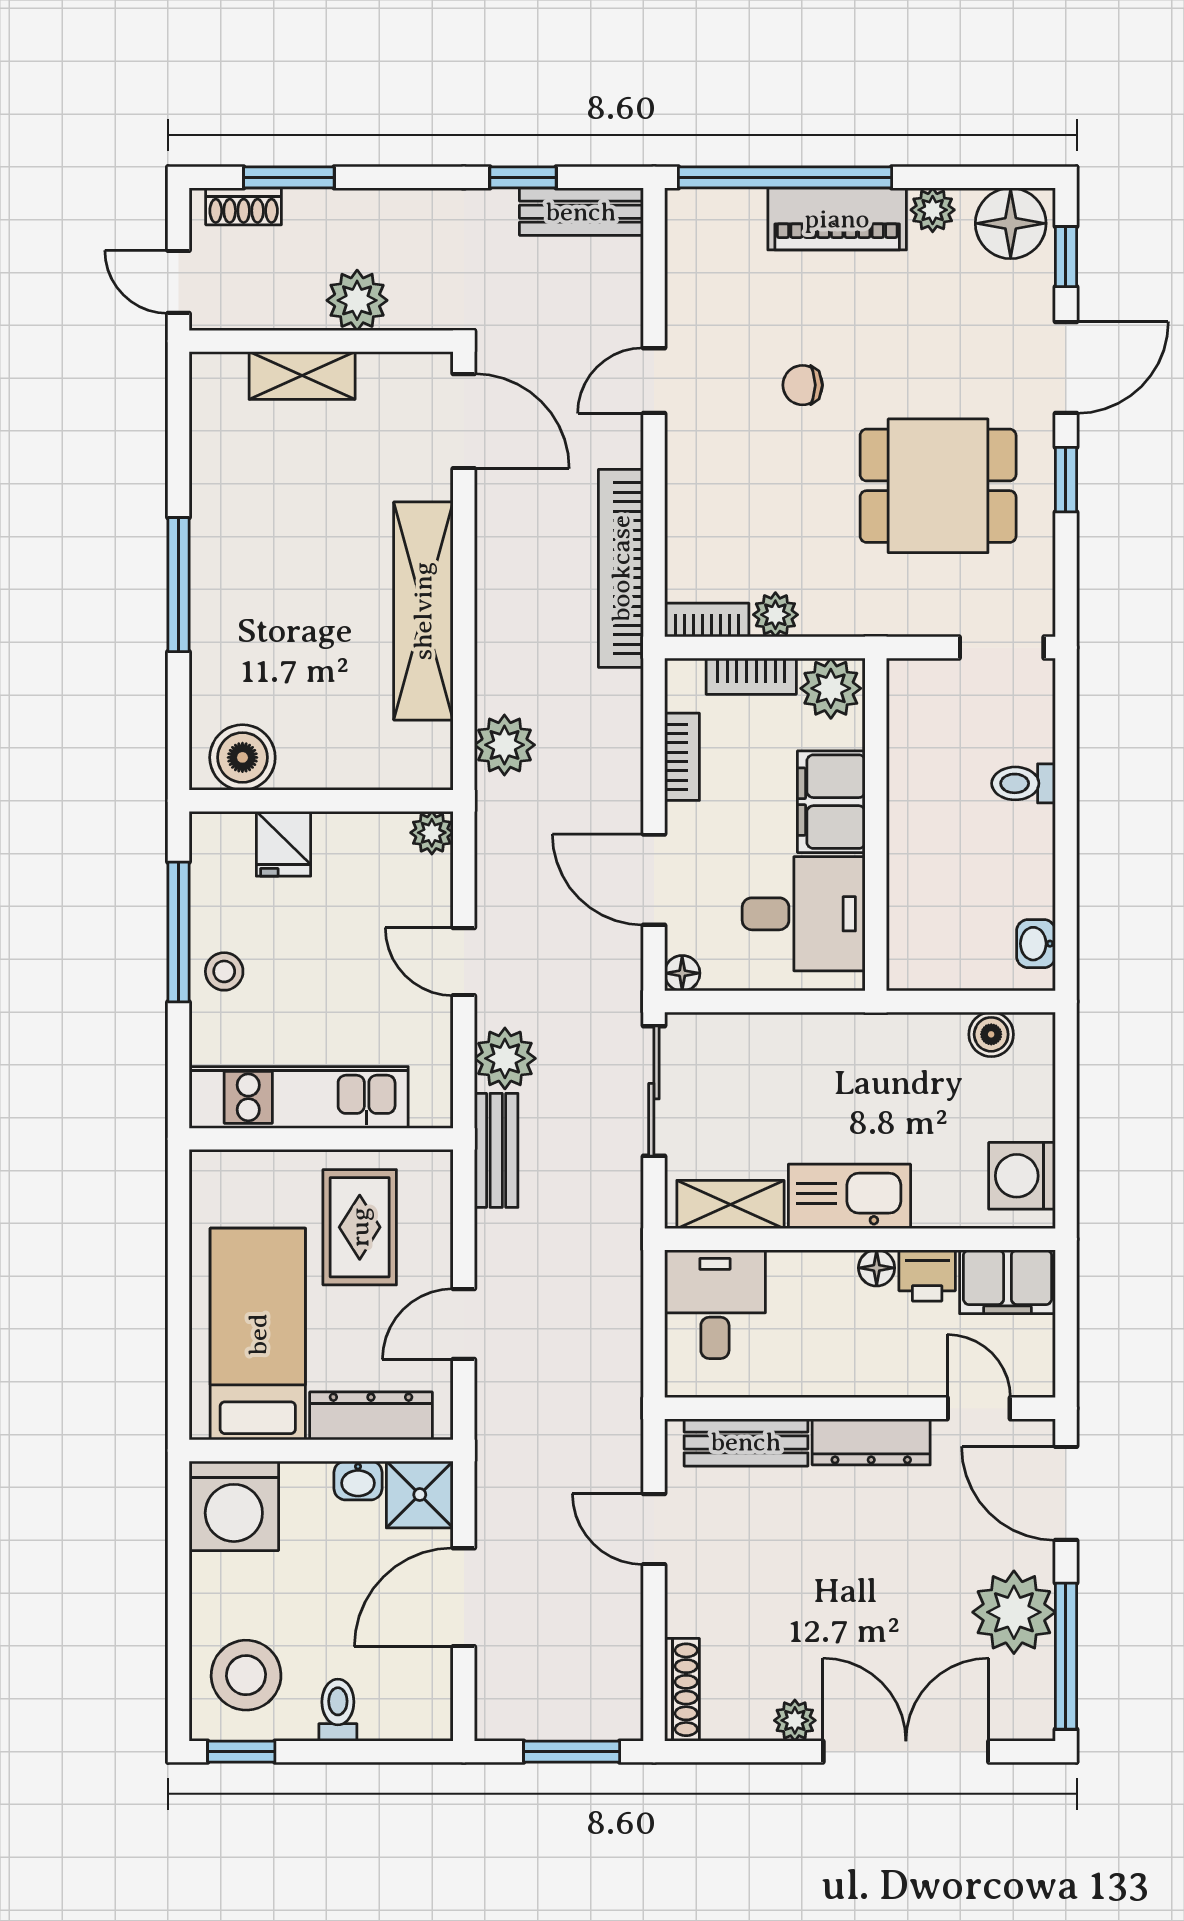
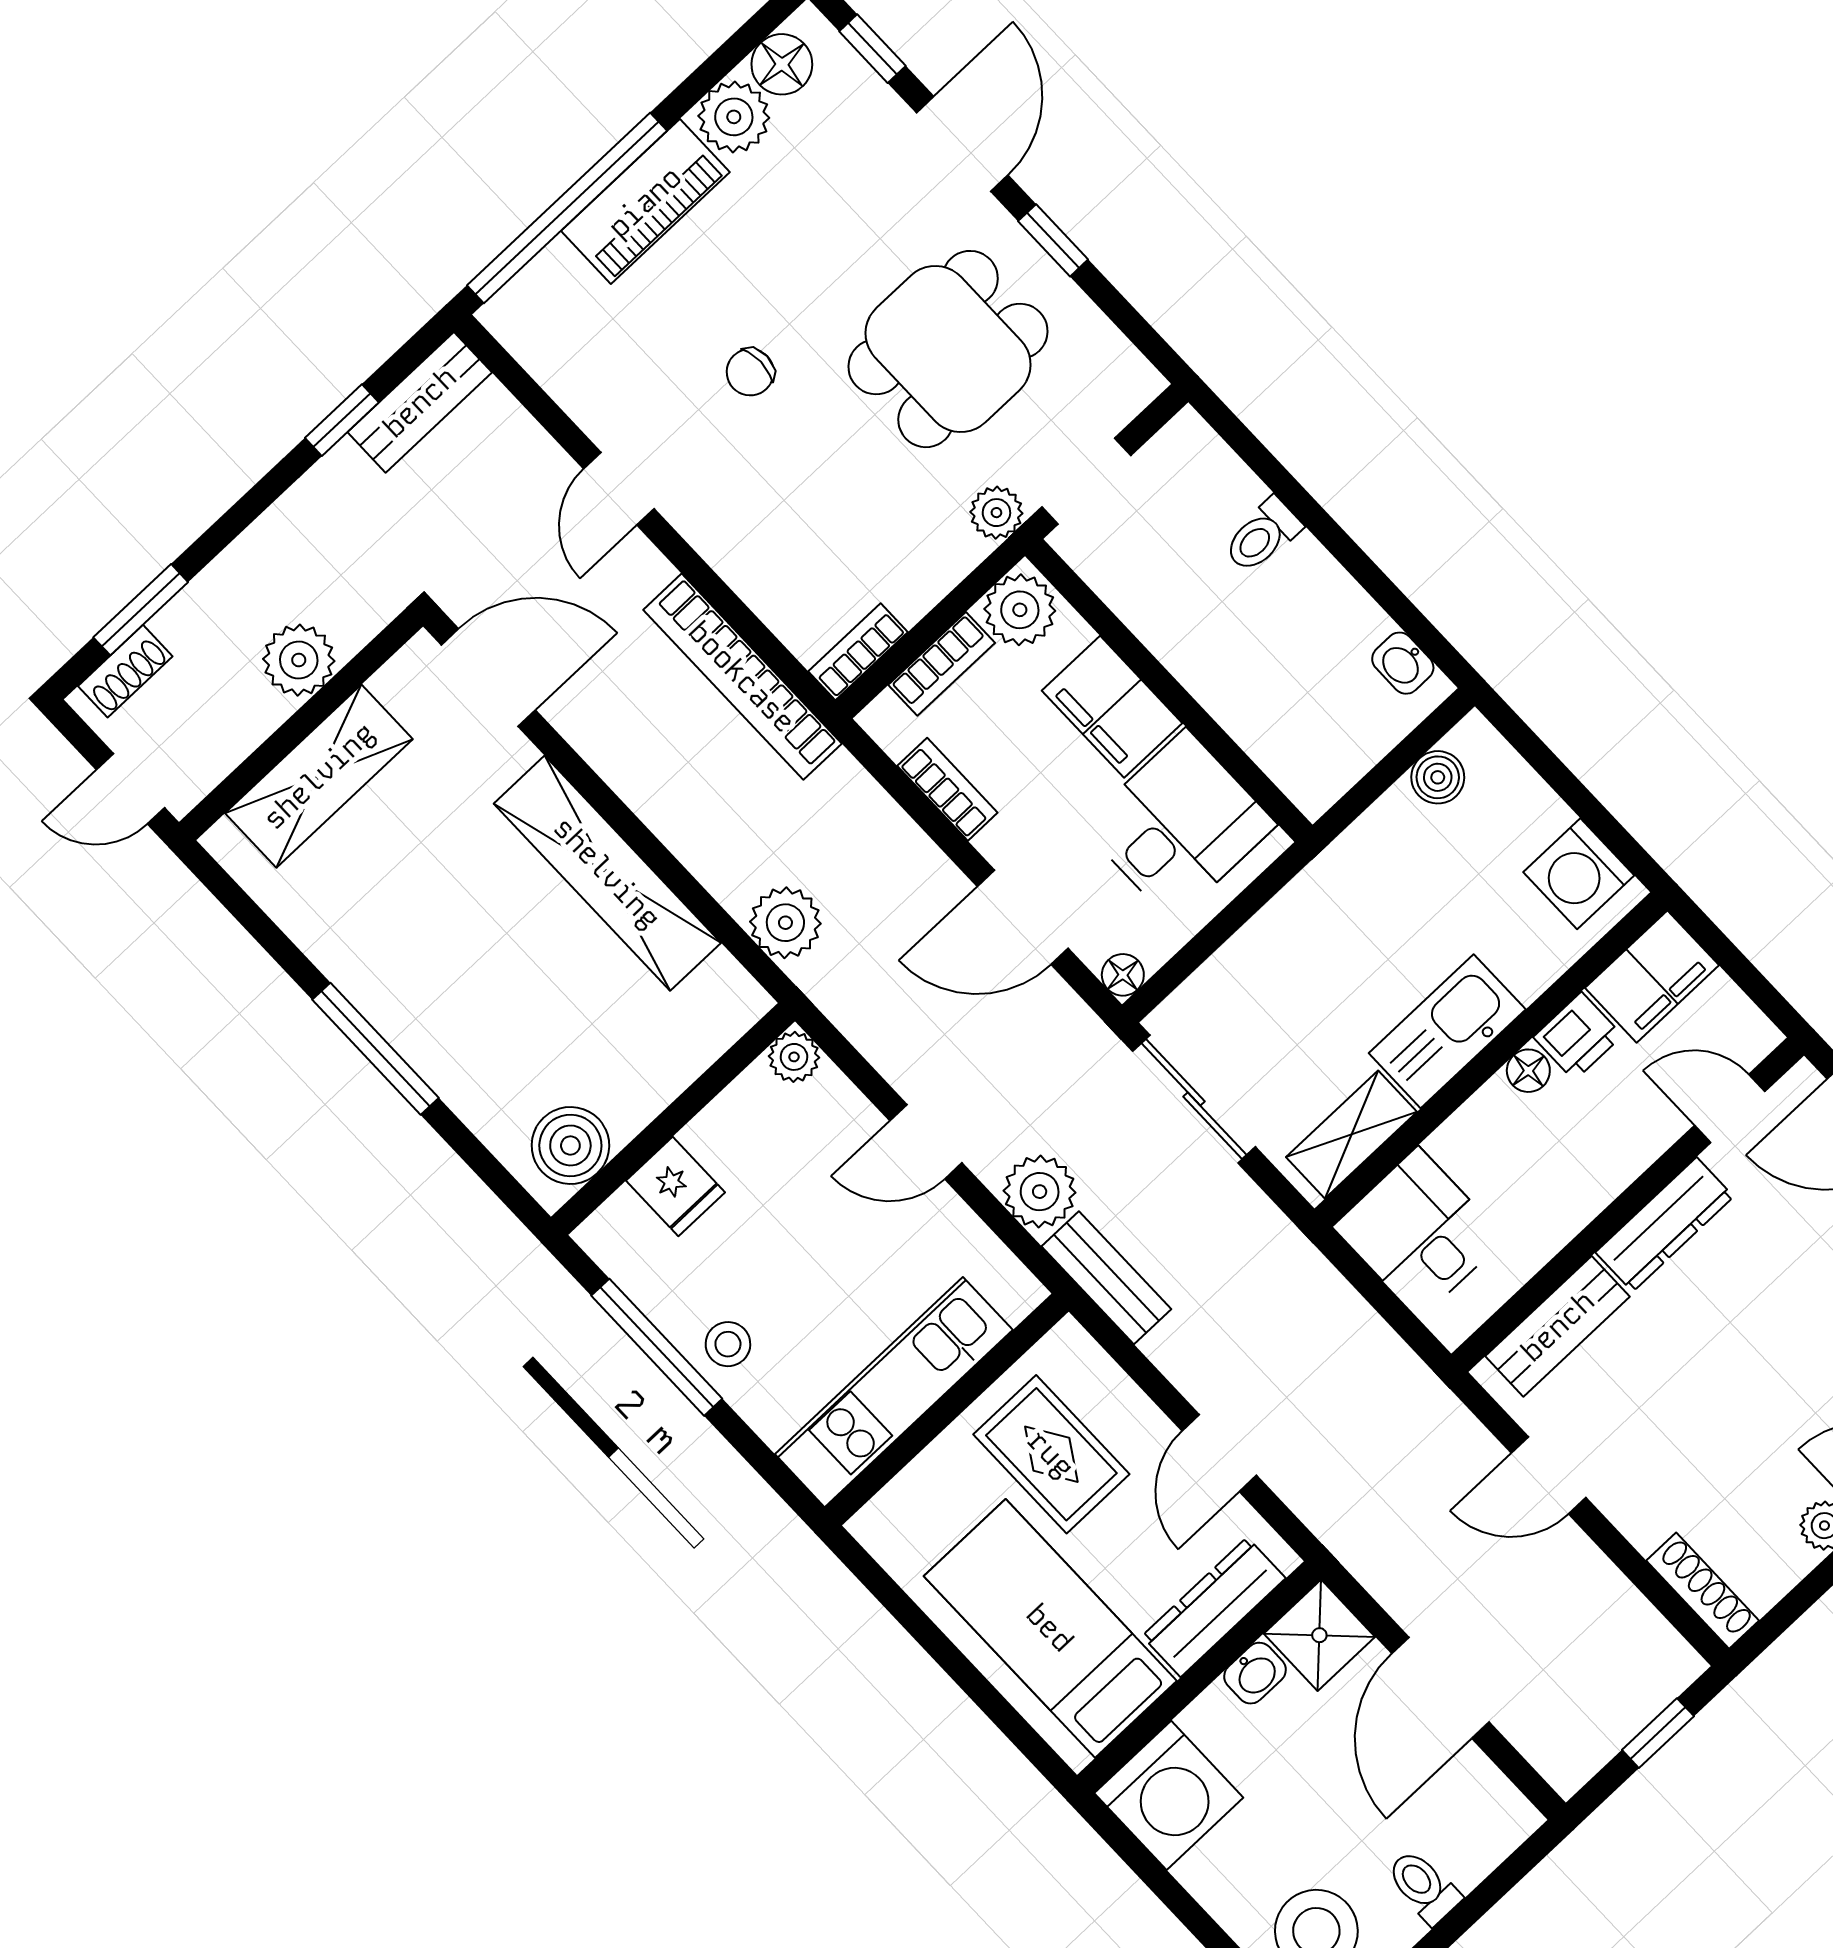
plant: (933, 210) -> (734, 117), width x1.38, depth x1.38
floor lamp: (1011, 223) -> (782, 64), width x0.73, depth x0.73
shelving: (302, 376) -> (319, 776), width x1.50, depth x1.33
plant: (775, 615) -> (996, 513), moved
doorway: (1002, 648) -> (1086, 481), moved
window: (572, 1752) -> (1658, 1733), width x0.67

